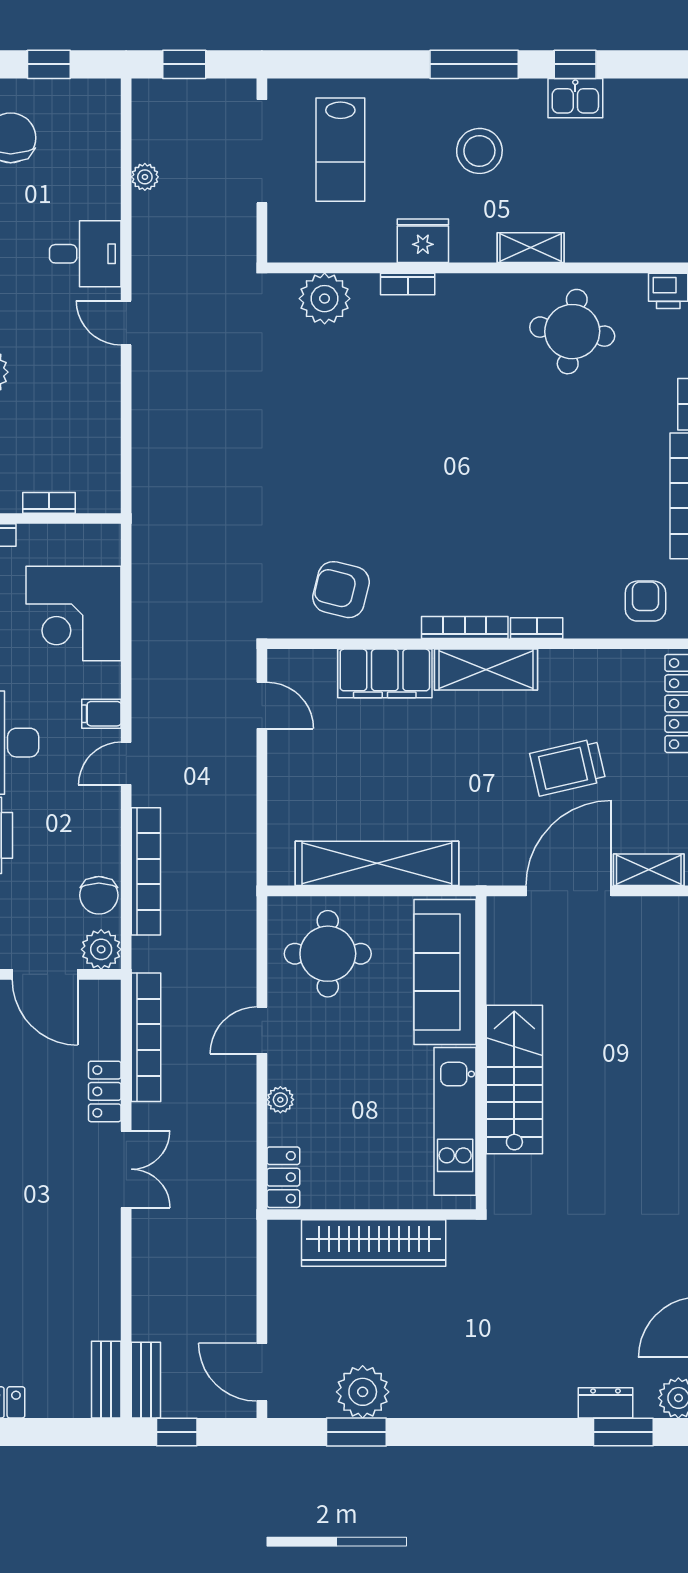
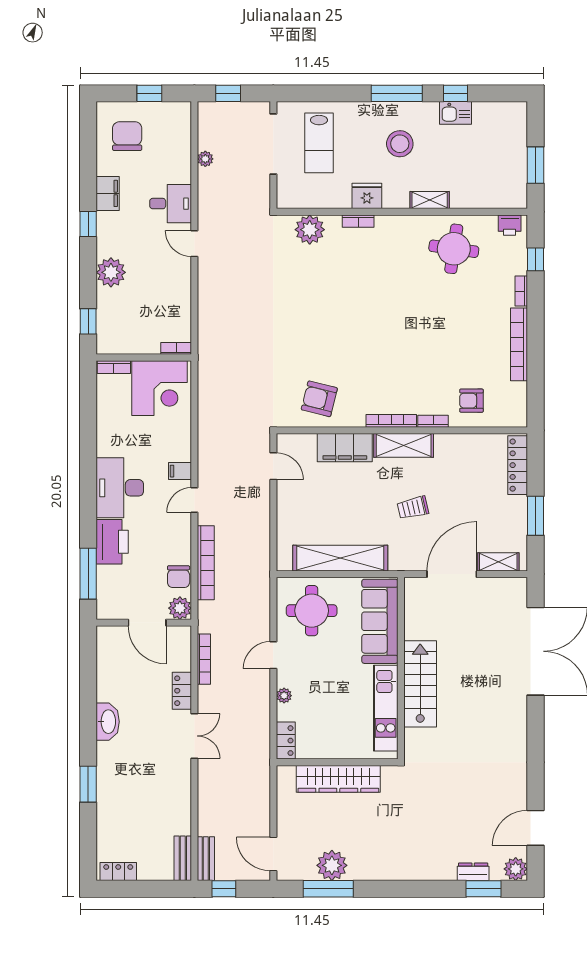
bookcase: (49, 503) -> (176, 348), moved
armchair: (645, 601) -> (471, 401), moved, turned -90
corner desk: (73, 614) -> (159, 388), moved, turned -90
trolley: (568, 767) -> (413, 508), moved, width x0.73, depth x0.72
bookcase: (146, 1037) -> (204, 659), width x0.68, depth x0.76
window: (356, 1432) -> (328, 889), width x1.44

